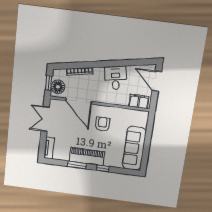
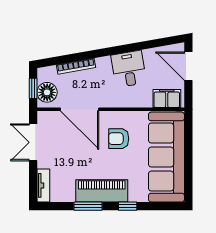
armchair: (102, 124) -> (119, 139), turned -90
sofa: (134, 148) -> (166, 157), width x1.36, depth x1.27

